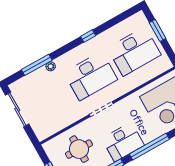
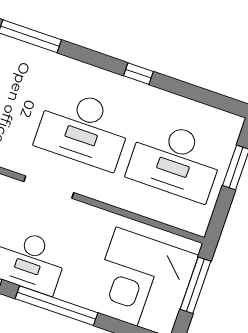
plant: (51, 66) -> (46, 58), removed

